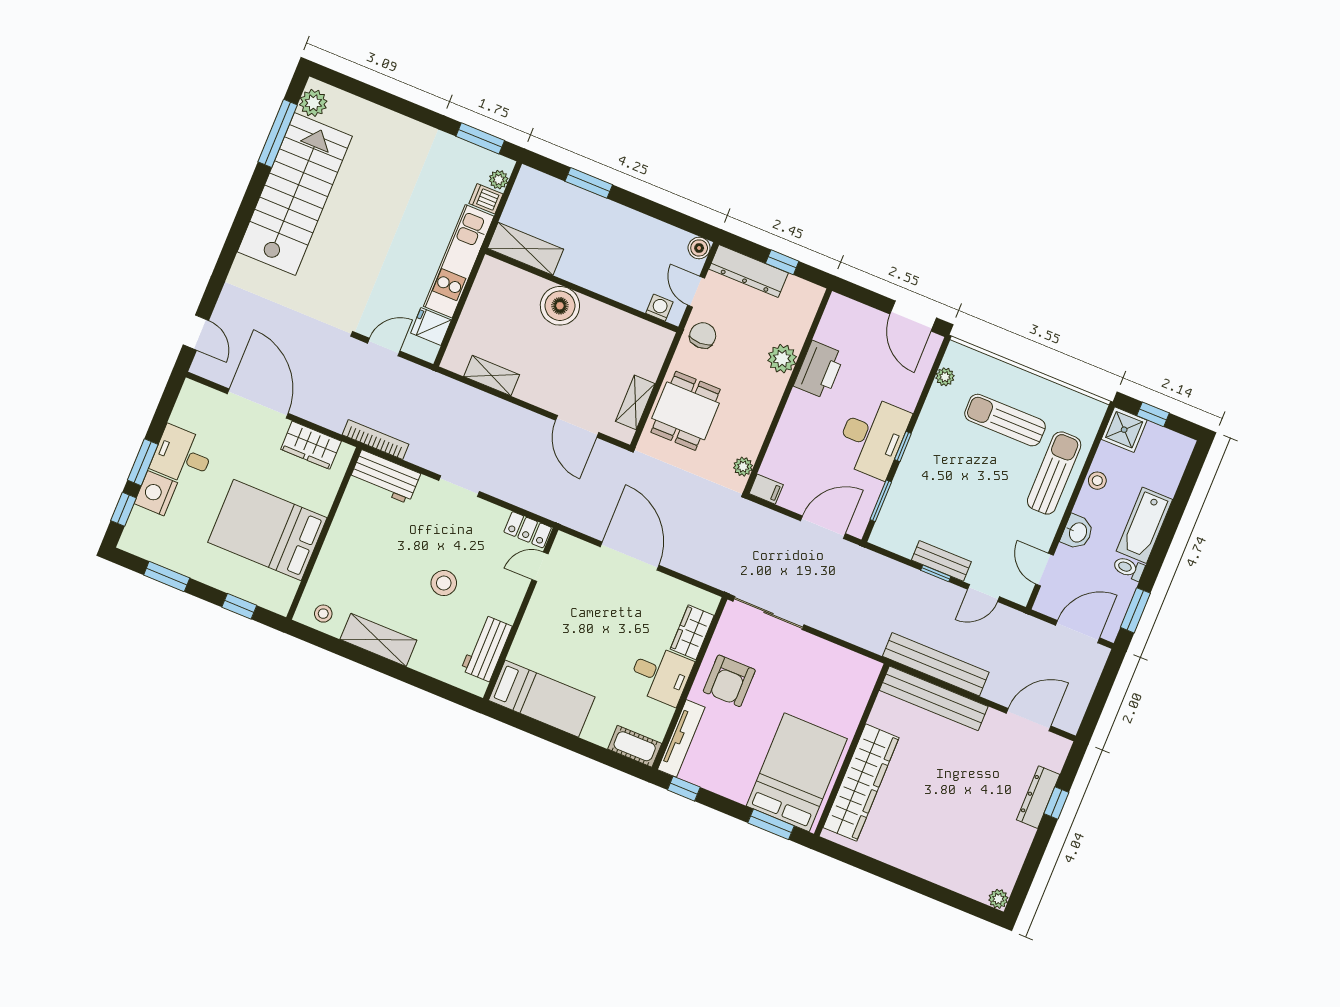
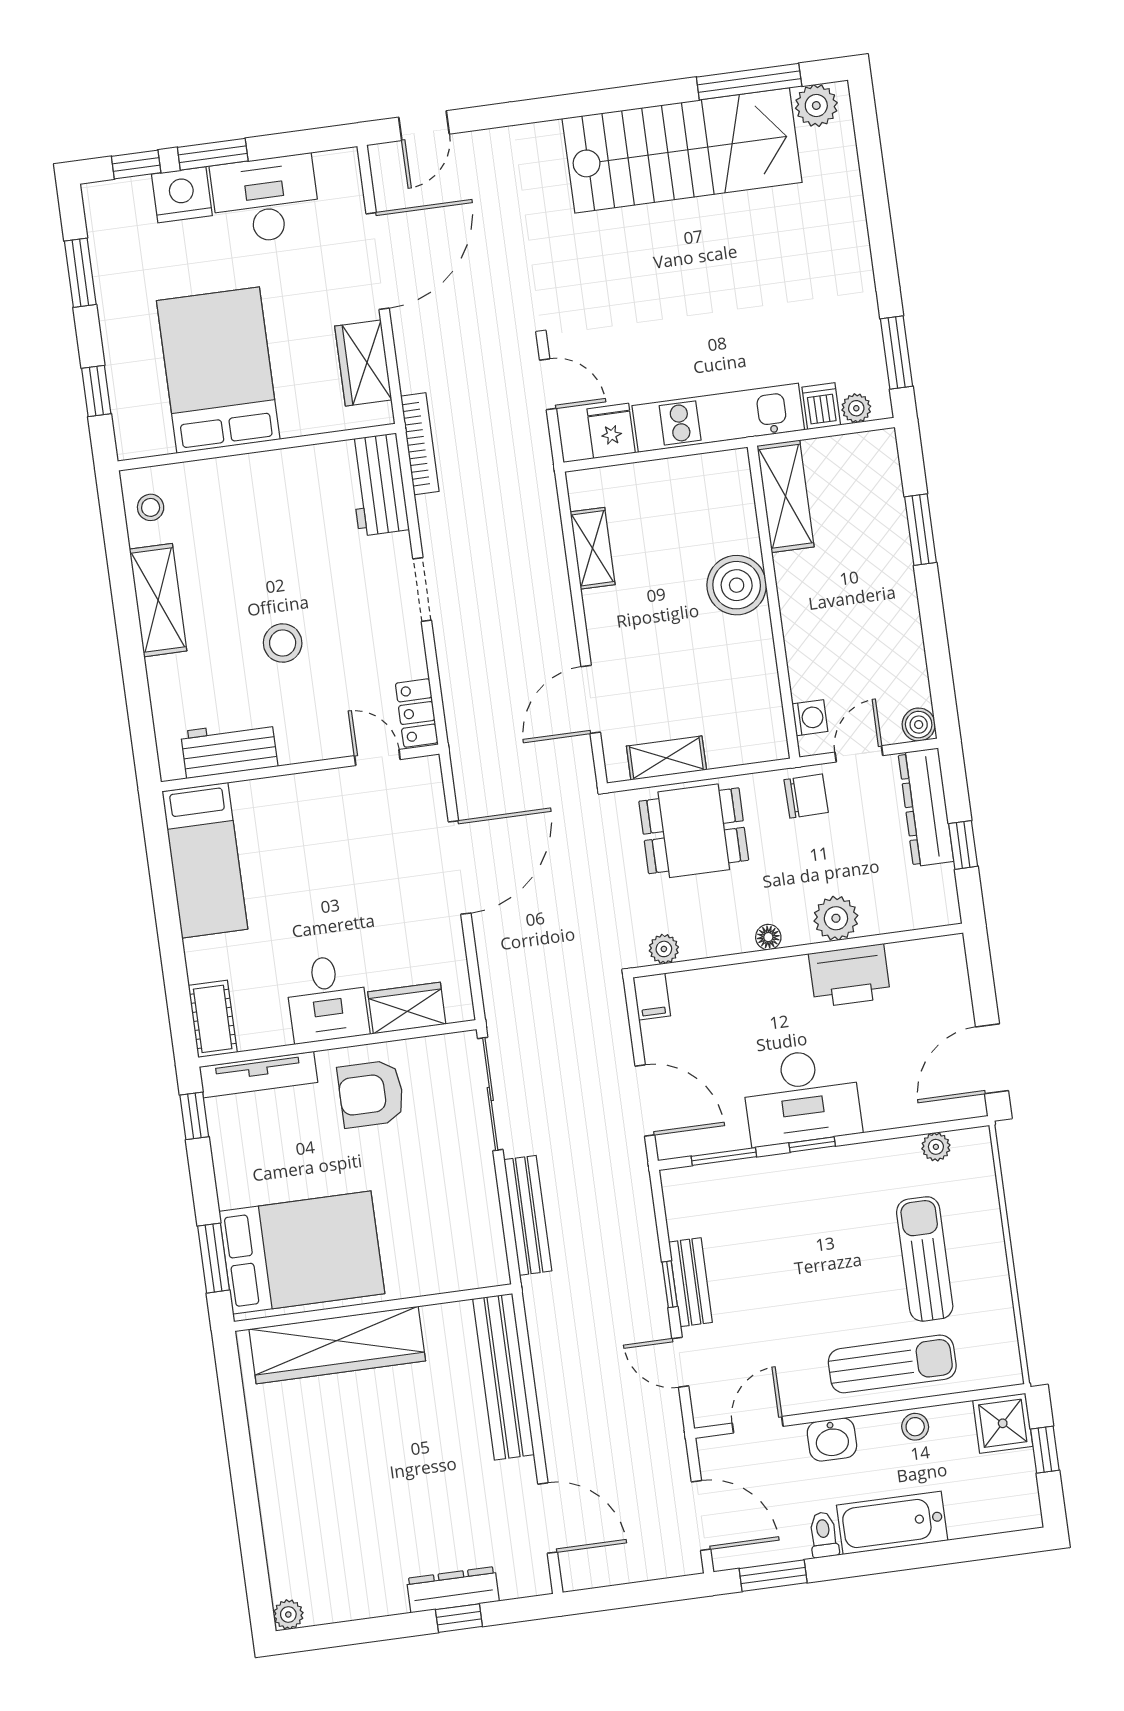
floor lamp: (771, 403) -> (768, 937), added
desk: (182, 456) -> (265, 199), width x1.37
bench: (936, 664) -> (528, 1215), moved, width x0.73, depth x0.82

